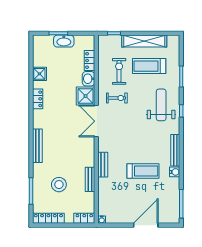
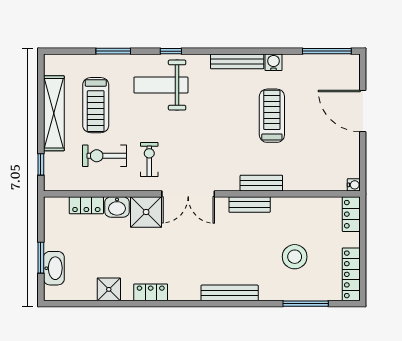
washbasin: (64, 41) -> (54, 268), moved
bench: (90, 179) -> (250, 204), moved

